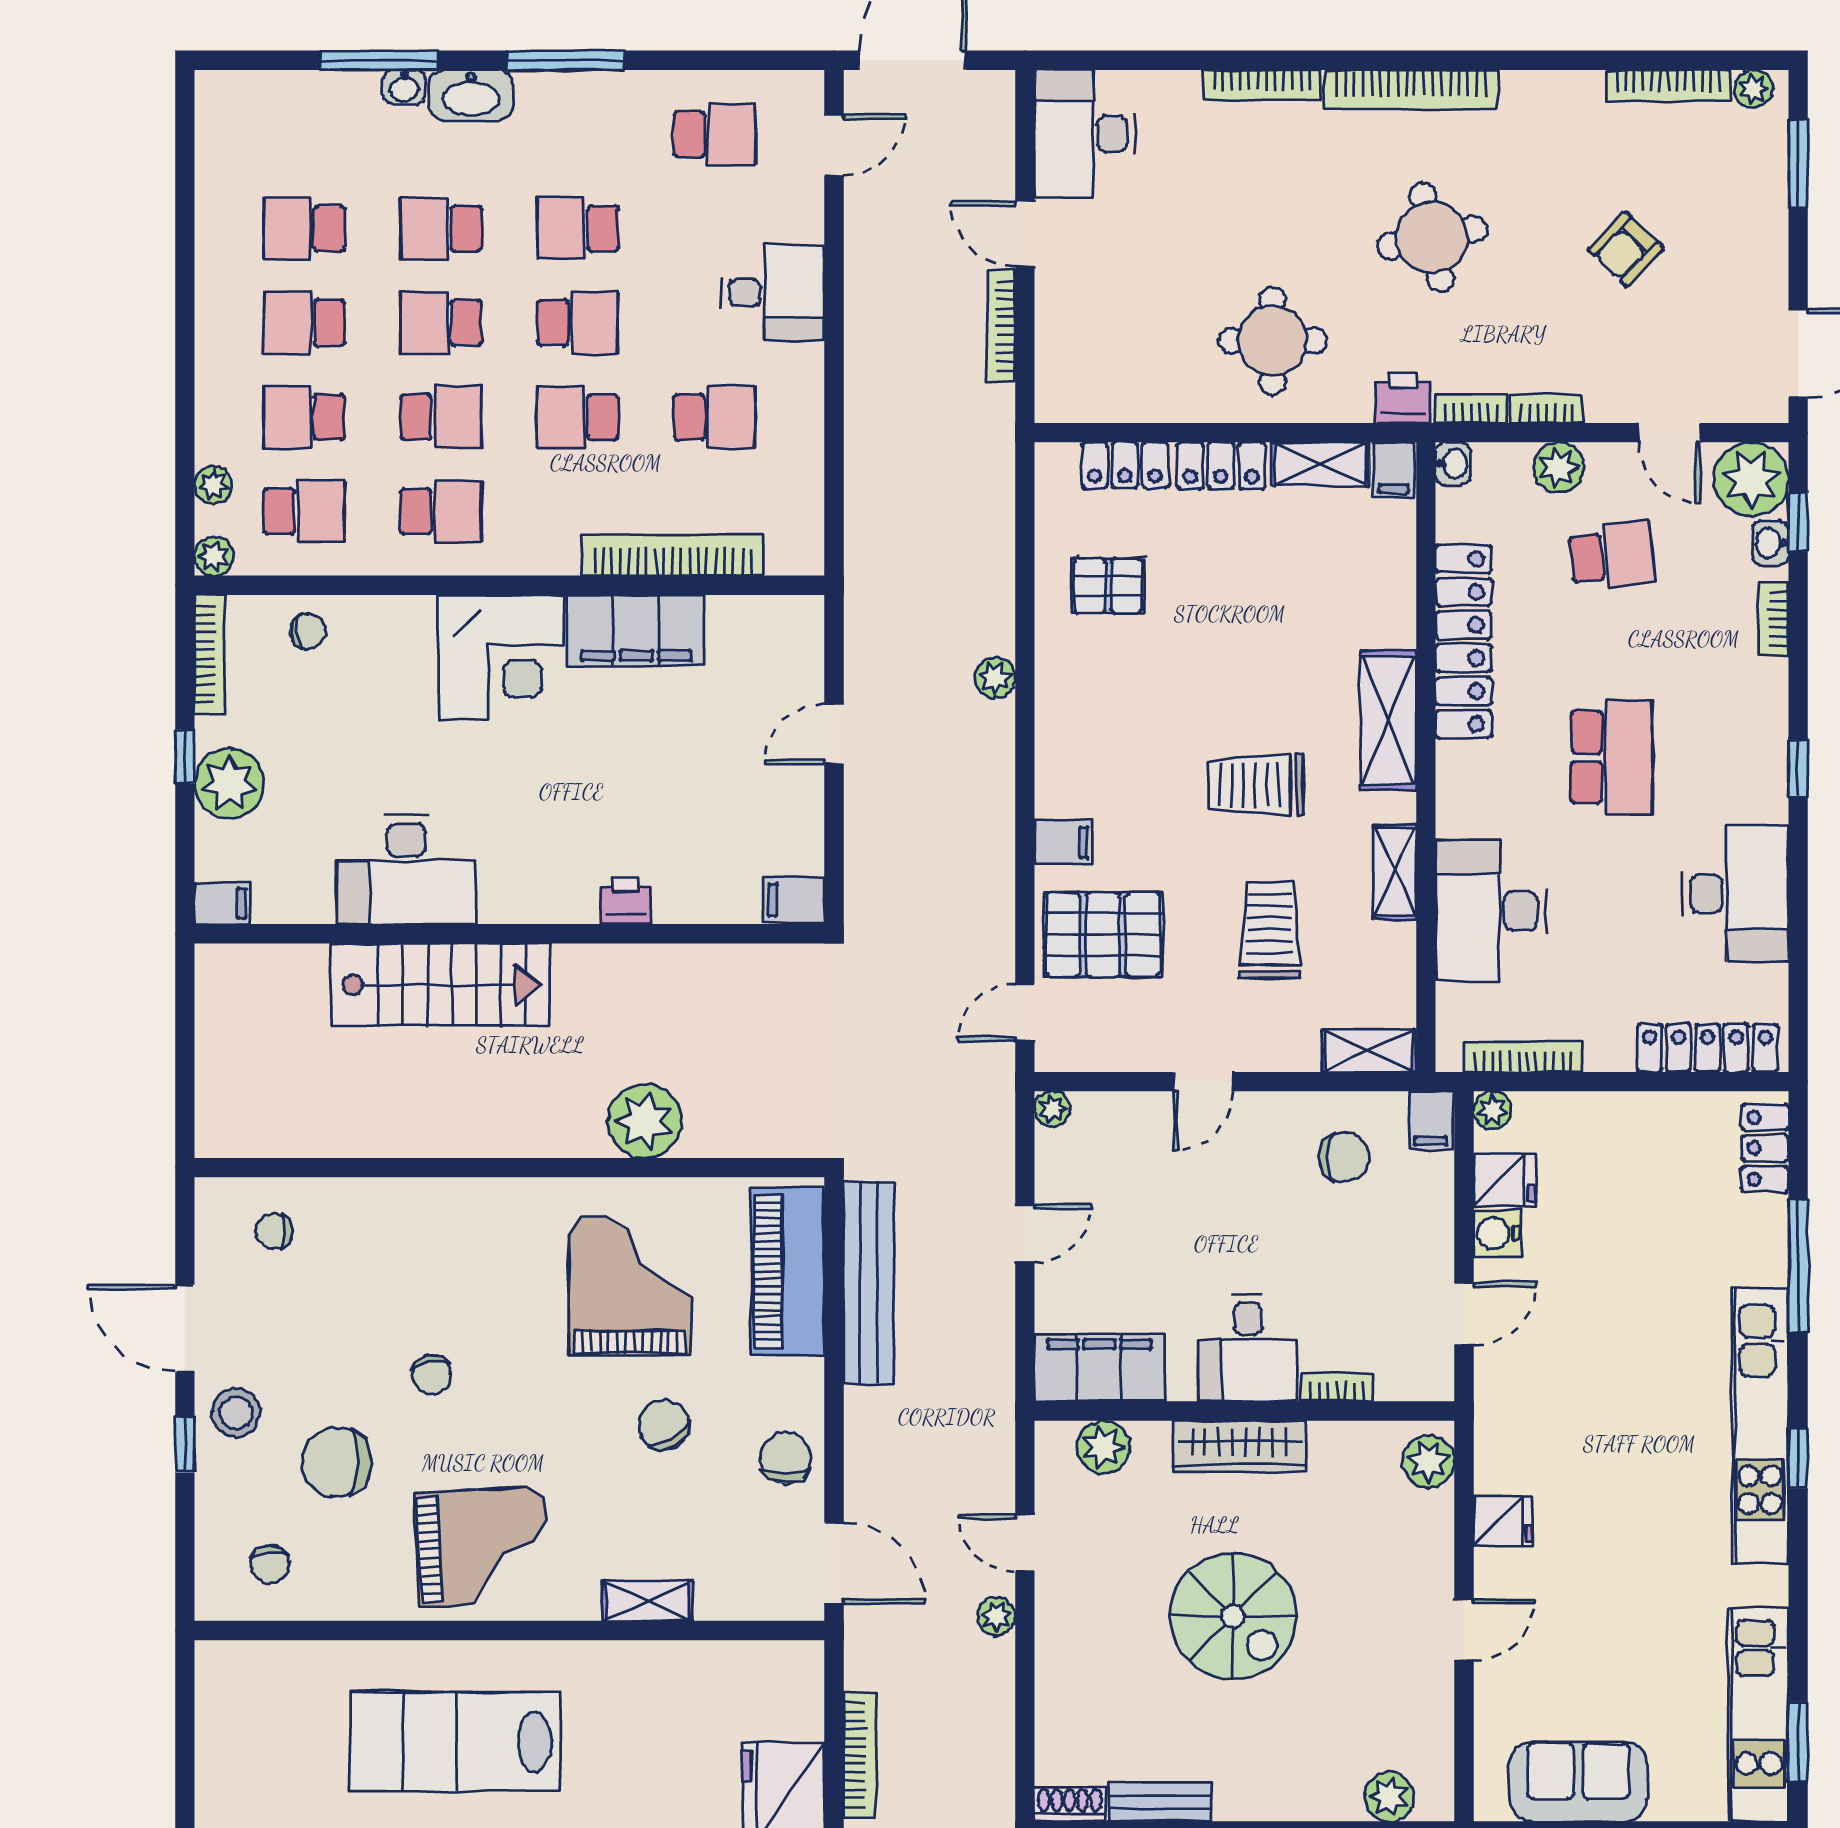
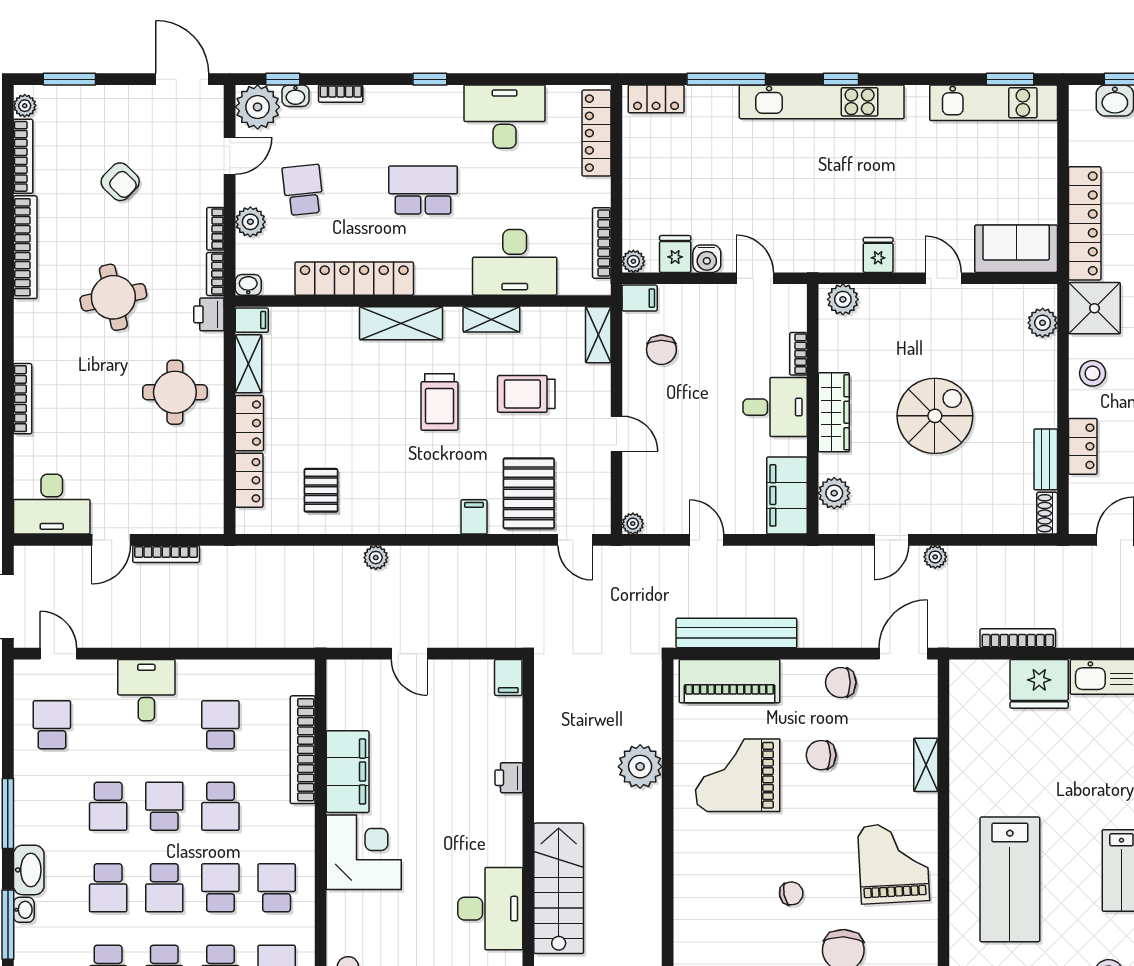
bookcase: (1411, 89) -> (25, 247), moved
chair: (1344, 1157) -> (661, 350), turned 180
chair: (664, 1425) -> (821, 755), turned 31
sofa: (1578, 1781) -> (1016, 249), moved, turned 90

